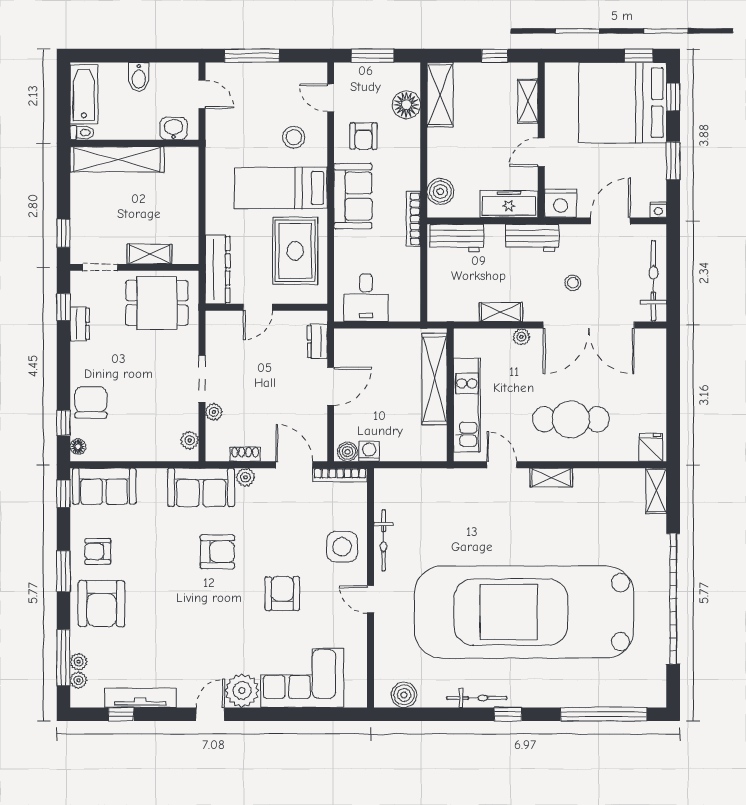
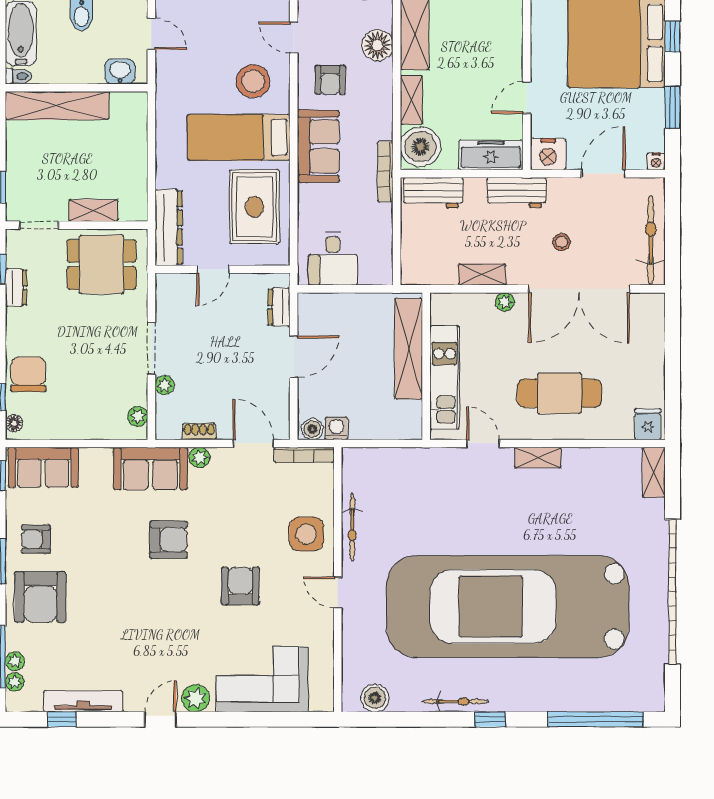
shelving: (528, 101) -> (411, 100), moved
stool: (294, 137) -> (253, 81), width x1.38, depth x1.38
boiler: (440, 192) -> (420, 147), width x1.37, depth x1.37
plant: (242, 691) -> (196, 698), width x0.73, depth x0.73

